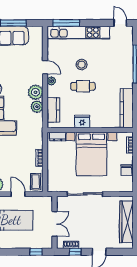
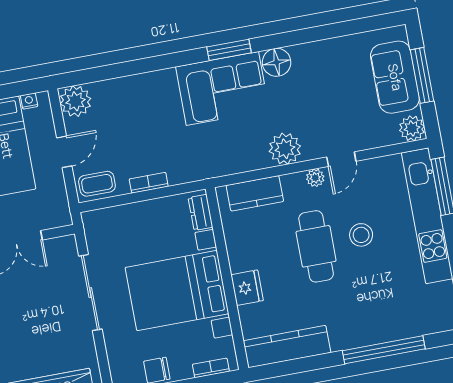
cafe table: (83, 86) -> (316, 246), width x1.37, depth x1.35
plant: (37, 107) -> (412, 128), moved
fridge: (82, 122) -> (247, 288), moved

